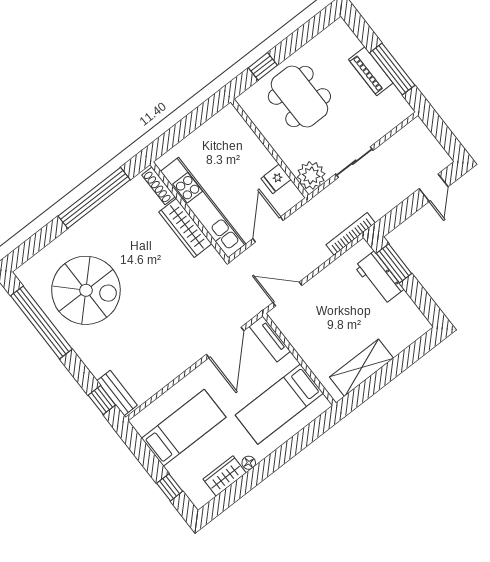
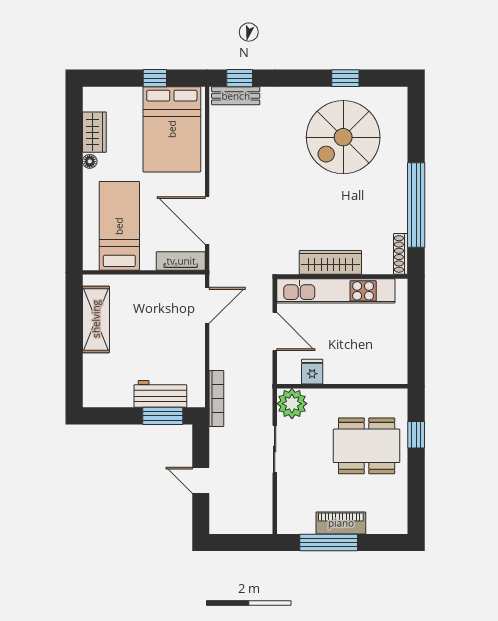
shoe rack: (159, 186) -> (401, 254), moved, turned -90
door: (434, 188) -> (201, 480), moved
window: (41, 322) -> (345, 78), width x0.32
bed: (184, 428) -> (172, 129), width x1.50
window: (170, 487) -> (155, 78), moved

